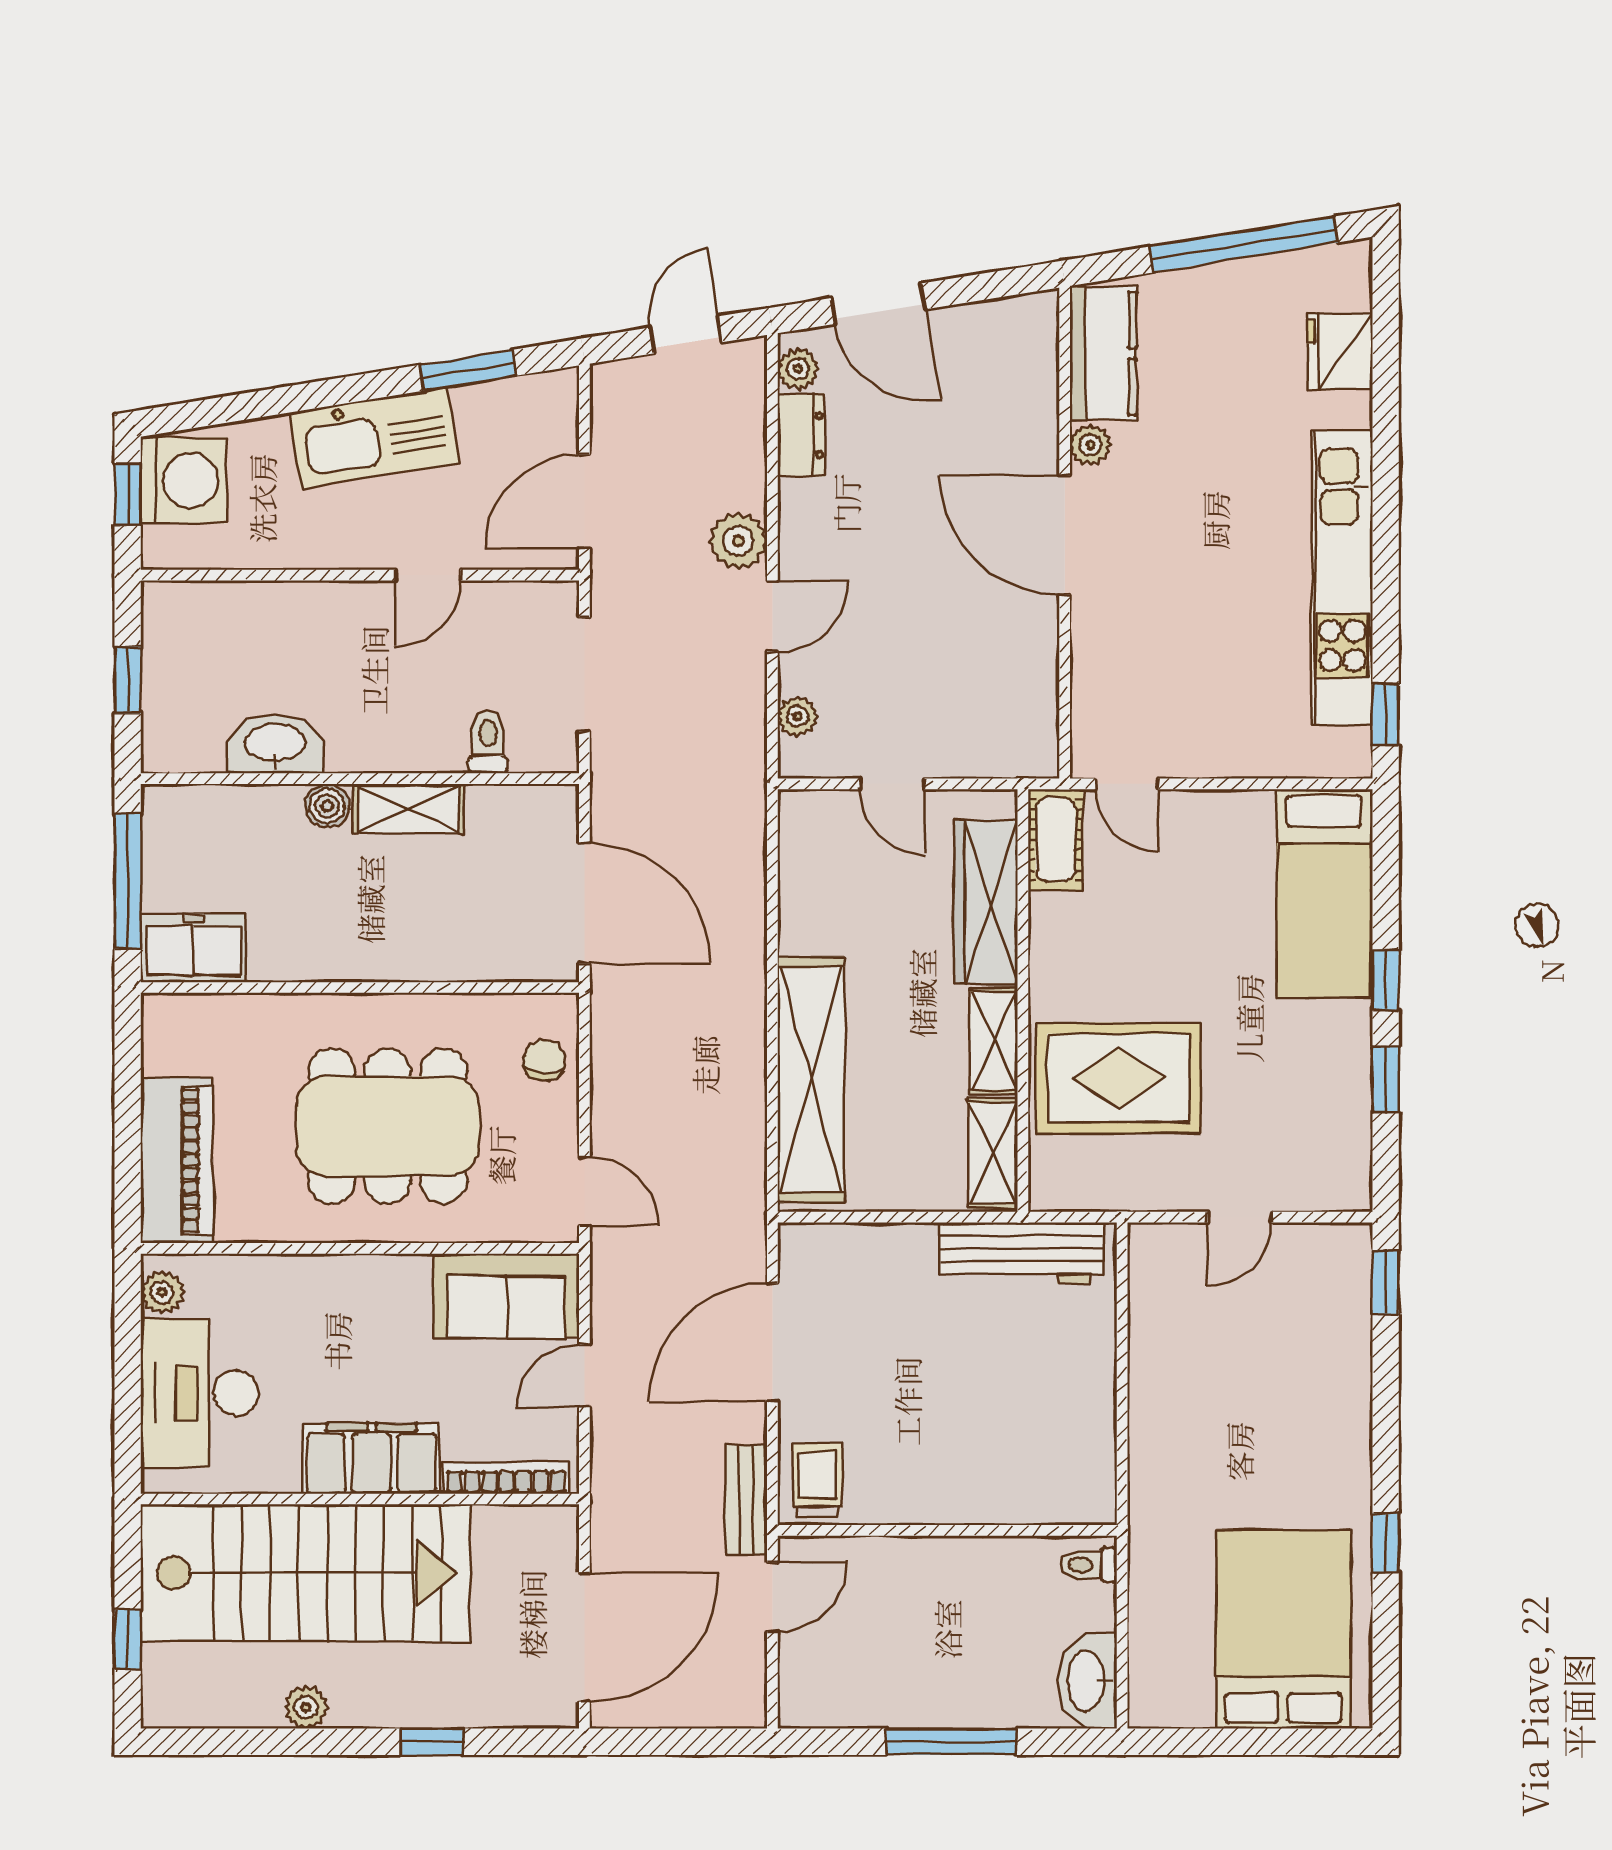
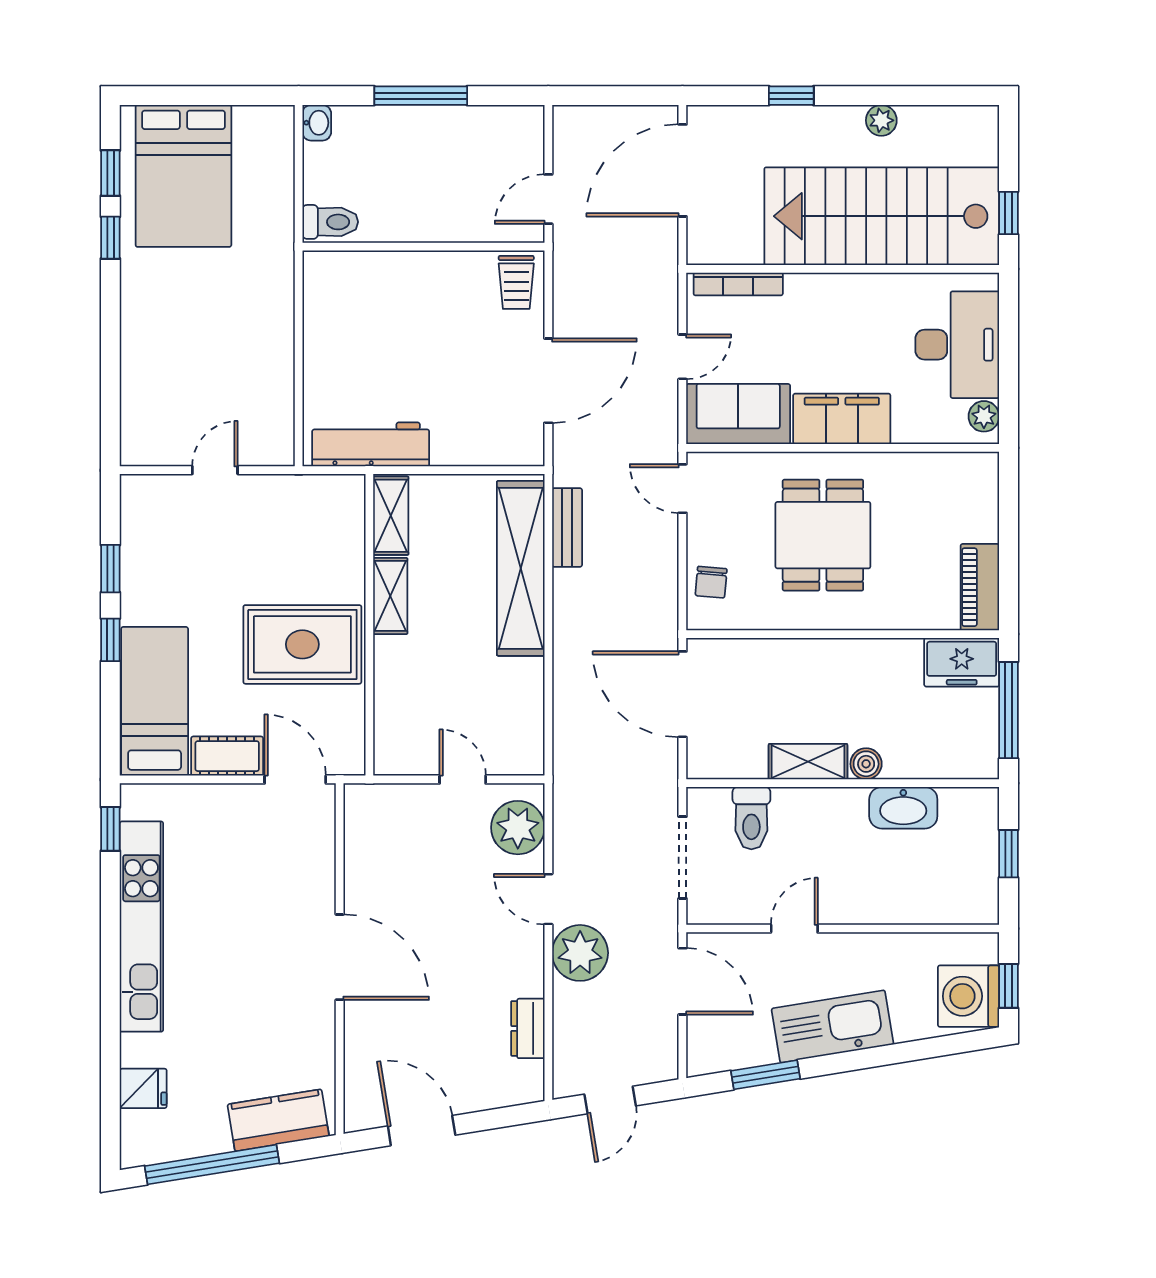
door: (878, 304) -> (422, 1131), moved
fridge: (1340, 351) -> (143, 1088), width x0.72
kitchen counter: (1103, 353) -> (278, 1120), moved, turned 81
plant: (798, 369) -> (530, 1076), removed
plant: (1090, 445) -> (321, 1022), removed
door: (584, 501) -> (682, 981), hinge flipped
plant: (738, 541) -> (580, 953), width x1.36, depth x1.36
door: (772, 616) -> (548, 899), hinge flipped
plant: (798, 717) -> (518, 828), width x1.88, depth x1.88
toilet: (488, 742) -> (751, 818), width x1.37, depth x1.39
door: (1127, 784) -> (295, 779), width x1.38
cot: (1056, 840) -> (227, 756), moved, turned 90
wardrobe: (986, 902) -> (396, 695), removed
rug: (1119, 1078) -> (302, 644), moved
dining table: (388, 1126) -> (823, 535), width x0.73
piano: (177, 1161) -> (980, 587), moved, width x0.73, depth x0.75
window: (1386, 1282) -> (110, 173), moved
filing cabinet: (372, 1458) -> (842, 419), moved, turned 180
bench: (746, 1499) -> (567, 528), moved
toilet: (1089, 1565) -> (330, 222), width x1.37, depth x1.39
window: (128, 1639) -> (1009, 213), moved
washbasin: (1088, 1681) -> (317, 123), width x0.52, depth x0.69

